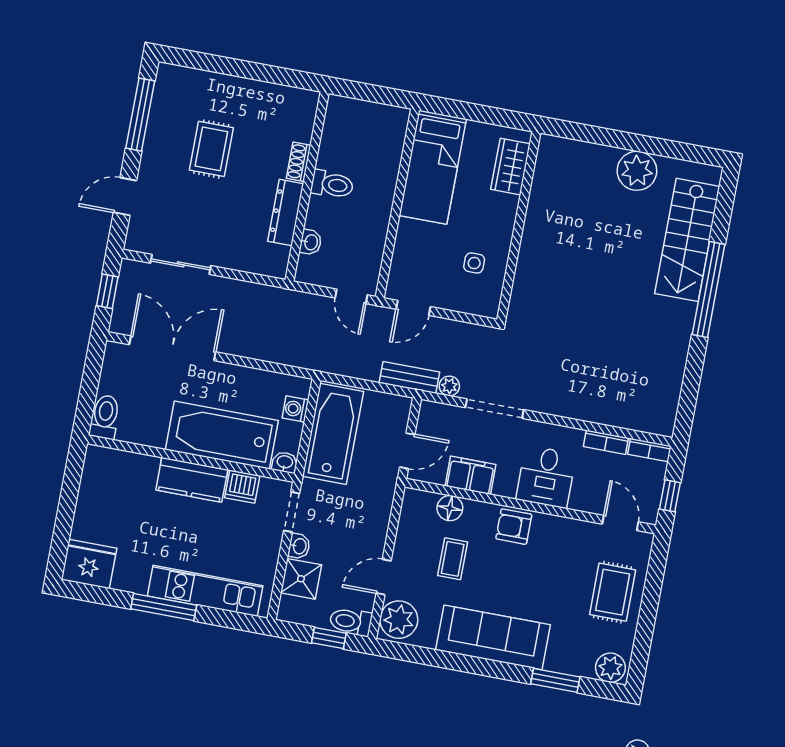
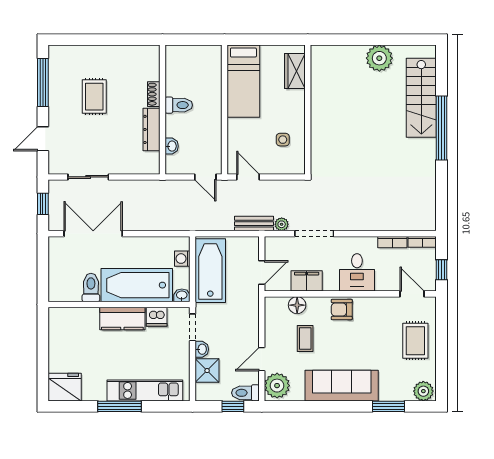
door: (413, 308) -> (248, 177), swing flipped
toilet: (105, 417) -> (91, 287), moved

